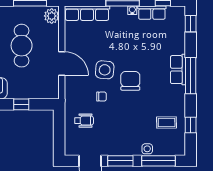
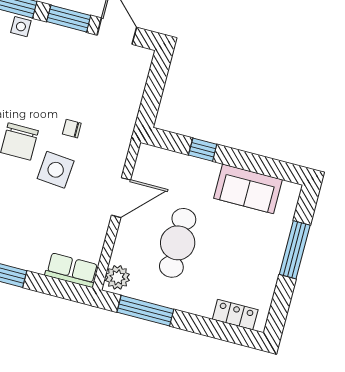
row of seats: (87, 13) -> (72, 270), width x0.68
door: (62, 64) -> (121, 198), swing flipped
wheelchair: (84, 121) -> (110, 98), removed

